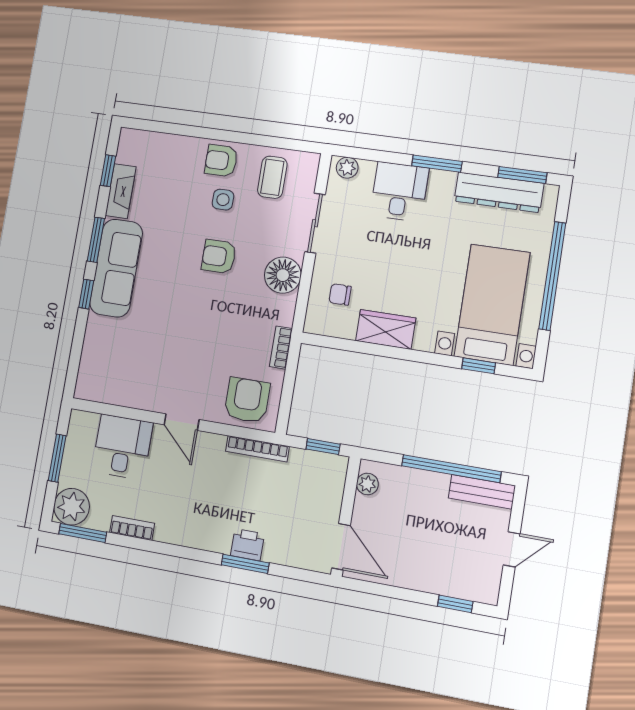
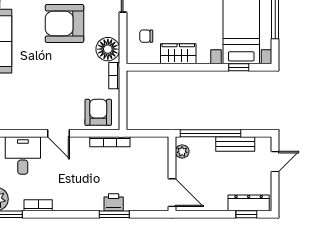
armchair: (219, 256) -> (64, 23), width x1.88, depth x1.88
floor lamp: (283, 275) -> (108, 49), moved
window: (323, 447) -> (151, 133), removed
window: (451, 469) -> (210, 133), moved
bench: (482, 492) -> (235, 144), moved
door: (512, 549) -> (275, 162), moved
dresser: (462, 586) -> (249, 203), added

